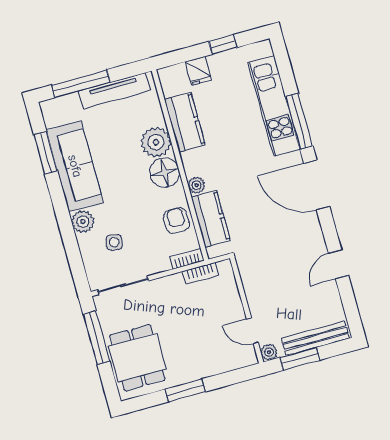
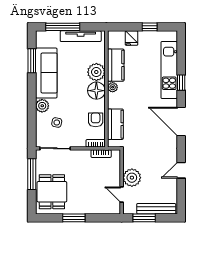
window: (299, 121) -> (181, 83), width x0.46
plant: (197, 185) -> (113, 87), moved
plant: (269, 352) -> (132, 178), moved, width x1.87, depth x1.87

